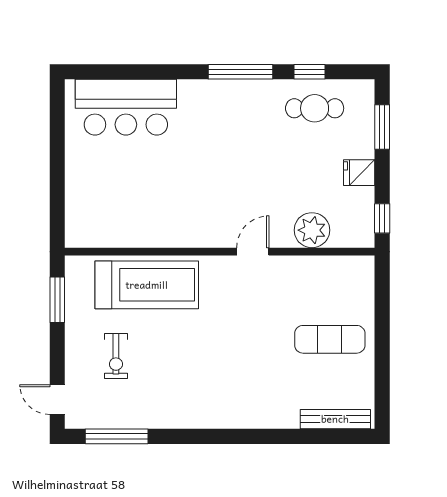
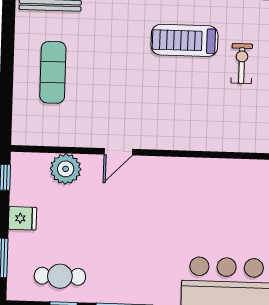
treadmill: (147, 285) -> (185, 40), moved, width x0.73, depth x0.73
exercise mat: (330, 339) -> (53, 72), turned 90

